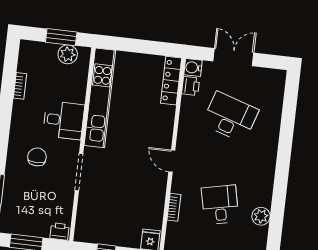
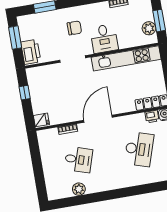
door: (172, 161) -> (98, 119), width x1.88
desk: (220, 205) -> (78, 160), turned 30
printer: (59, 231) -> (31, 52), width x1.87, depth x1.48

